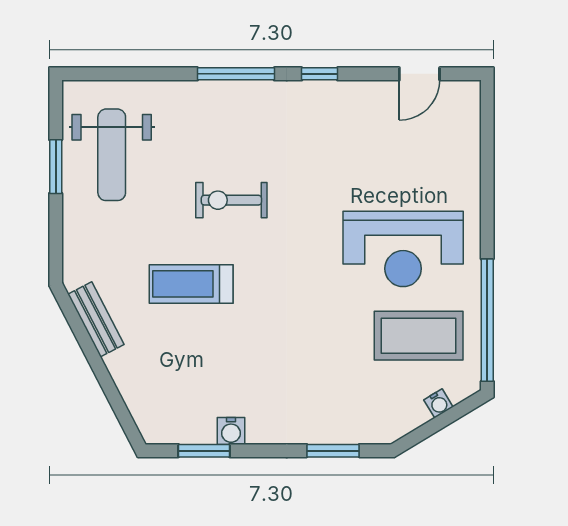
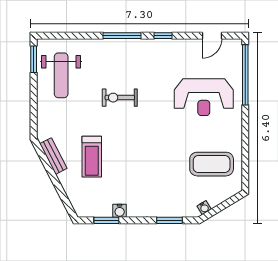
window: (56, 167) -> (34, 59), moved
reception desk: (403, 249) -> (204, 97), moved
treadmill: (191, 284) -> (92, 157), moved, turned -90
window: (487, 320) -> (245, 75), moved
water cooler: (438, 403) -> (204, 208), moved

